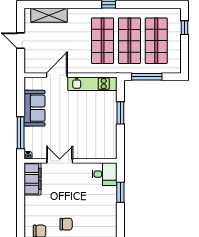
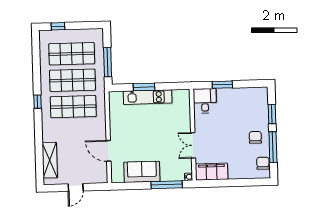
kitchen unit: (92, 84) -> (148, 97), moved, turned 90

